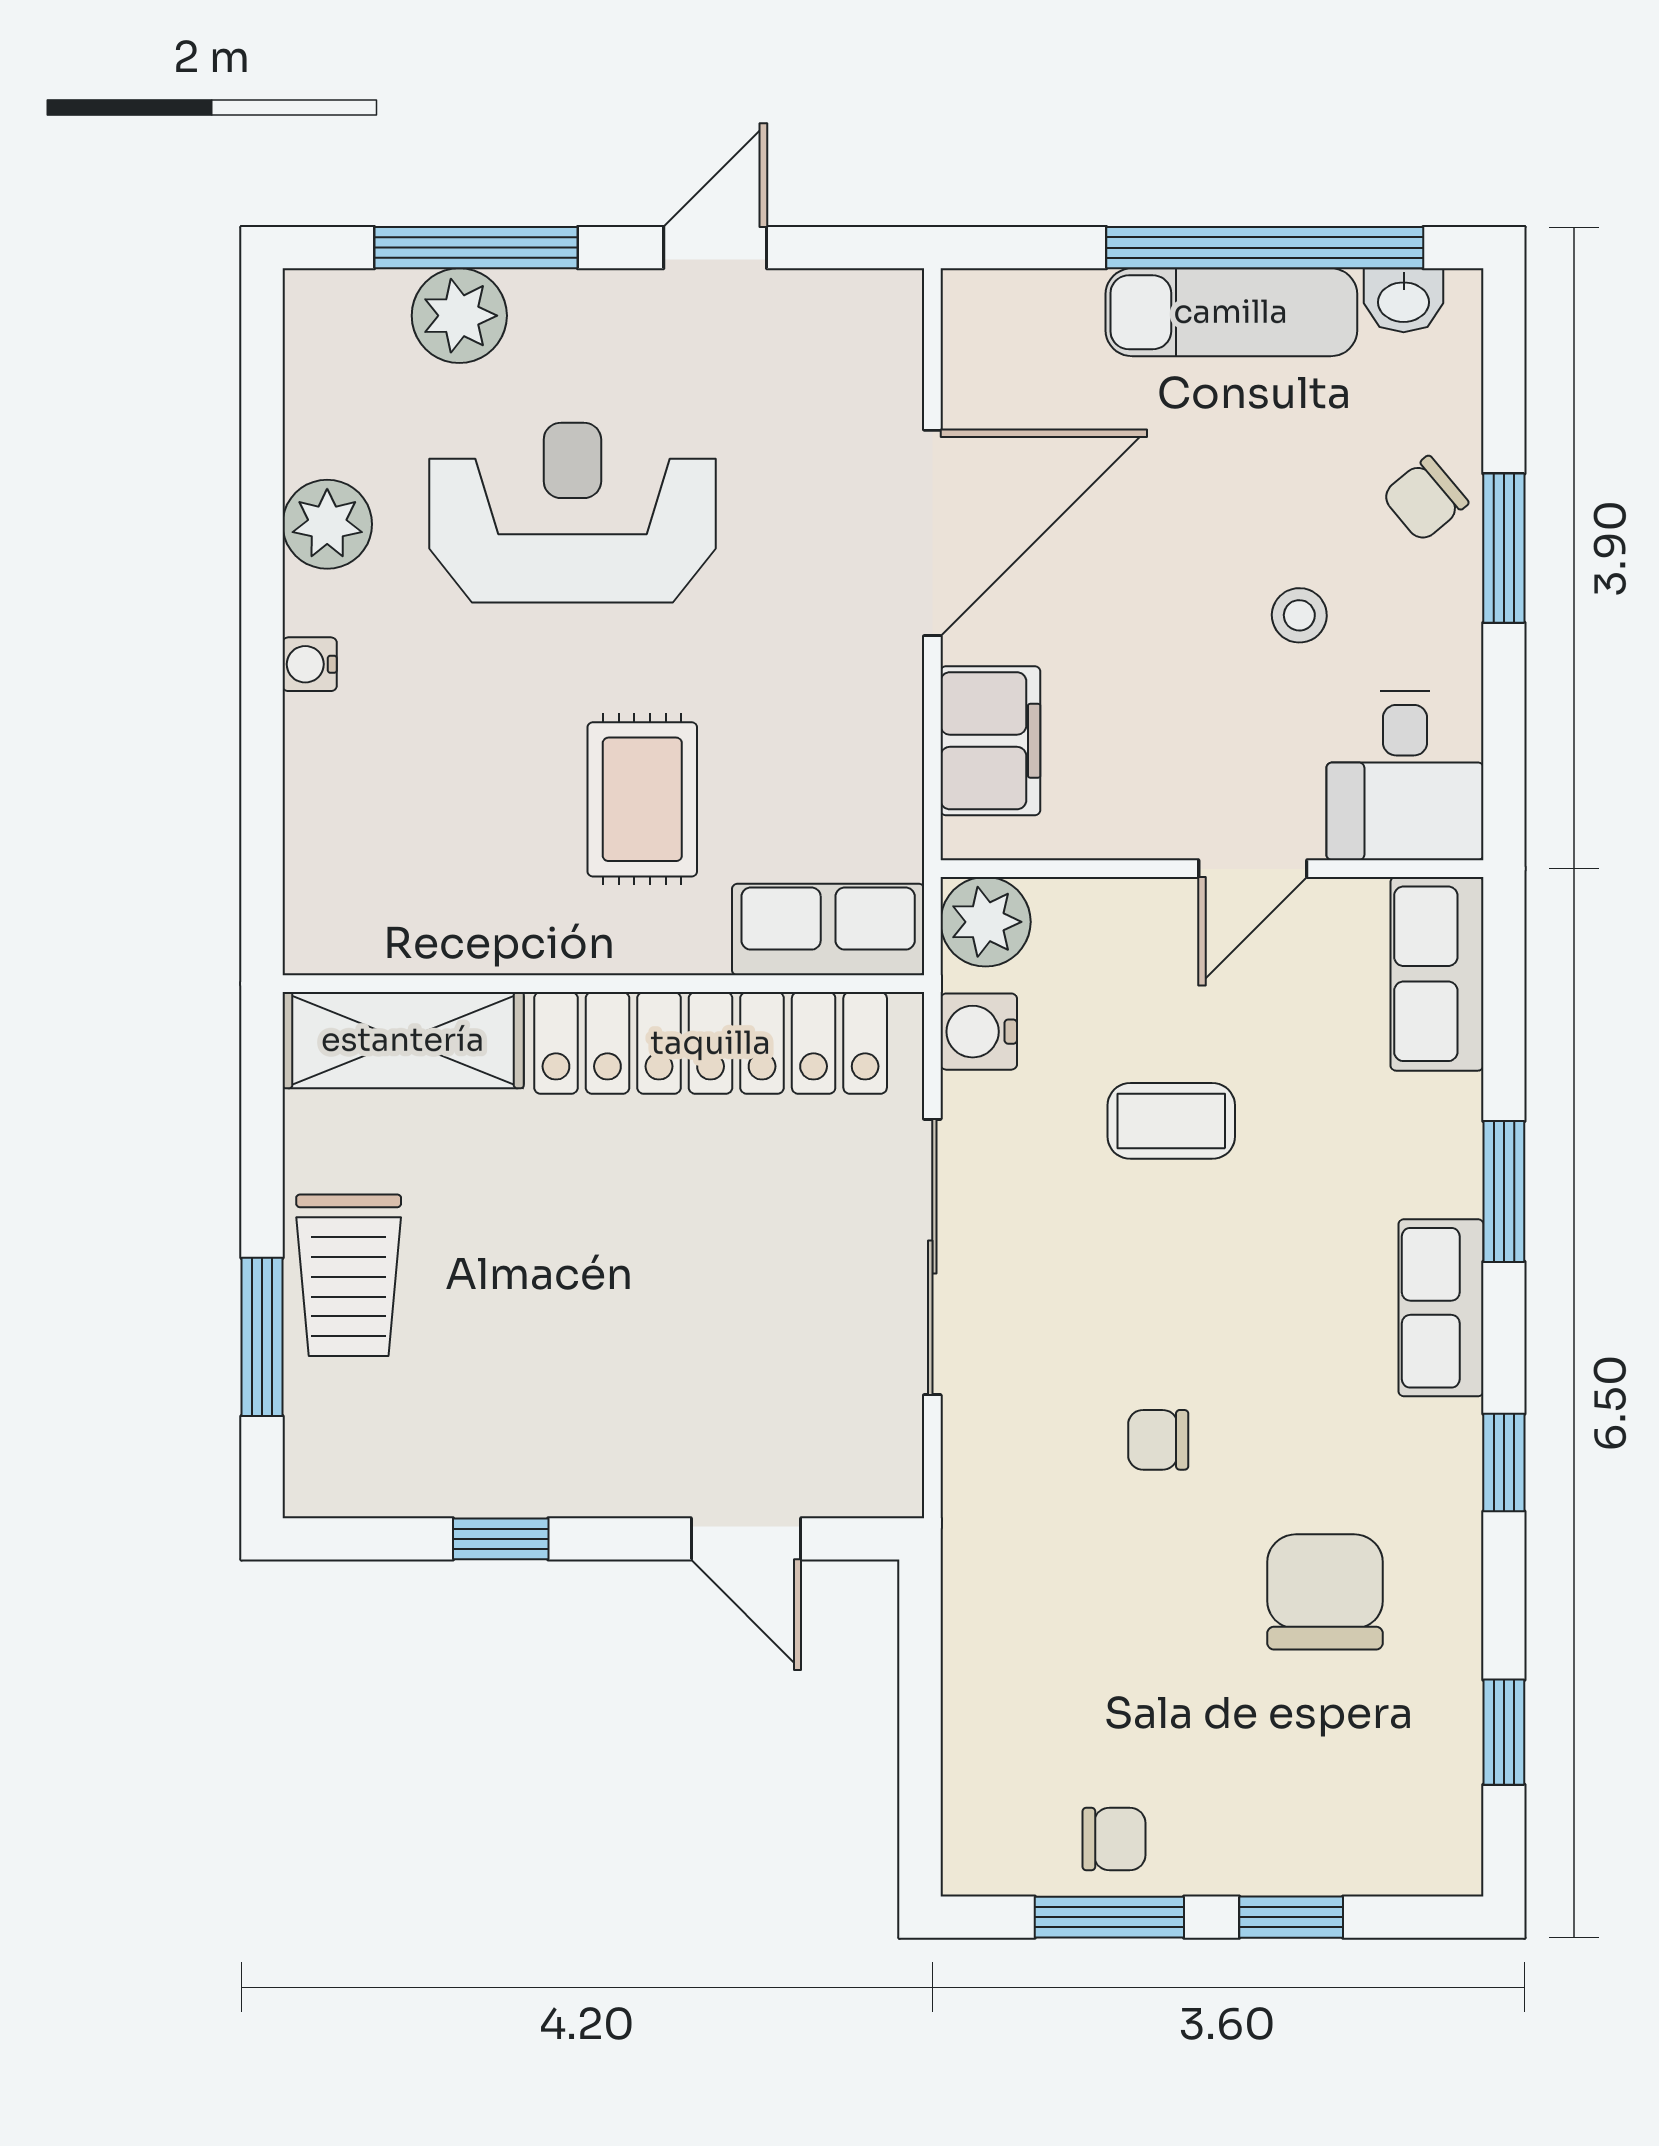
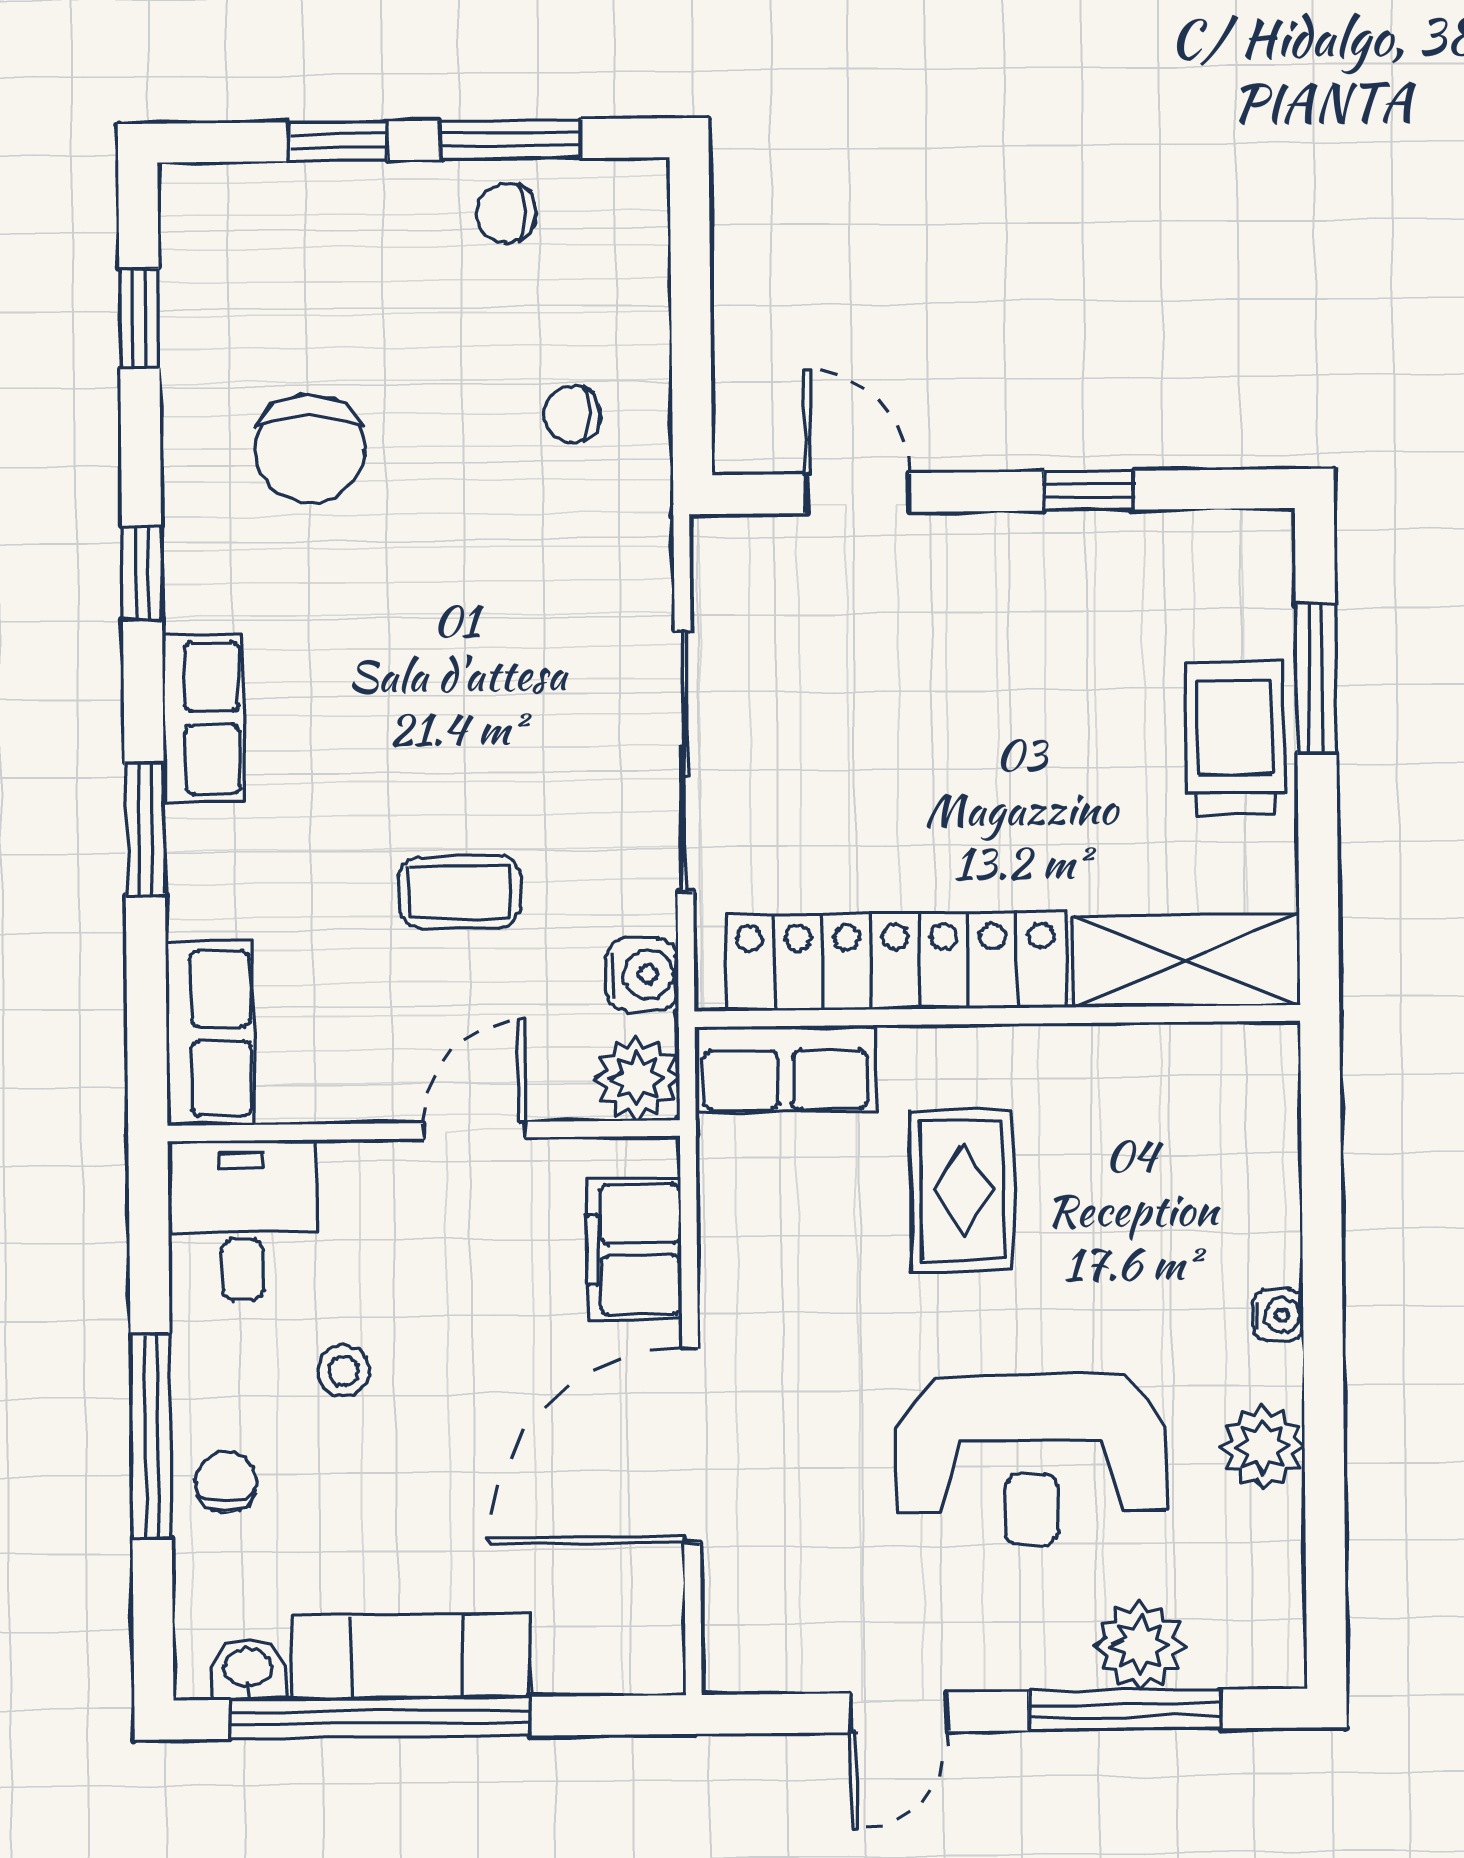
chair: (1425, 499) -> (226, 1482), turned -50
window: (1504, 548) -> (151, 1436), width x1.44
door: (1253, 869) -> (474, 1130), moved
chair: (1158, 1440) -> (572, 414), moved, turned 180

